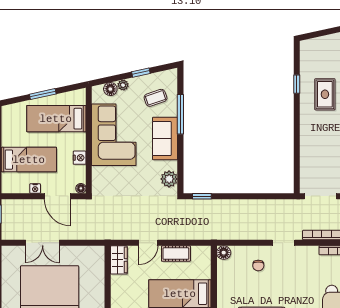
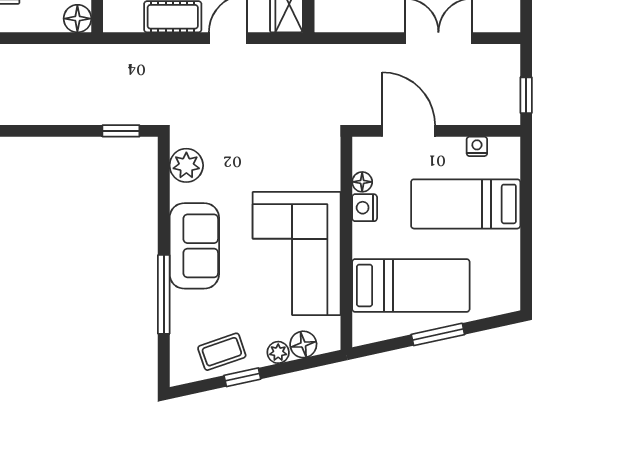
coffee table: (156, 98) -> (222, 352), moved
nightstand: (35, 188) -> (477, 146), moved
floor lamp: (81, 188) -> (362, 182), moved

